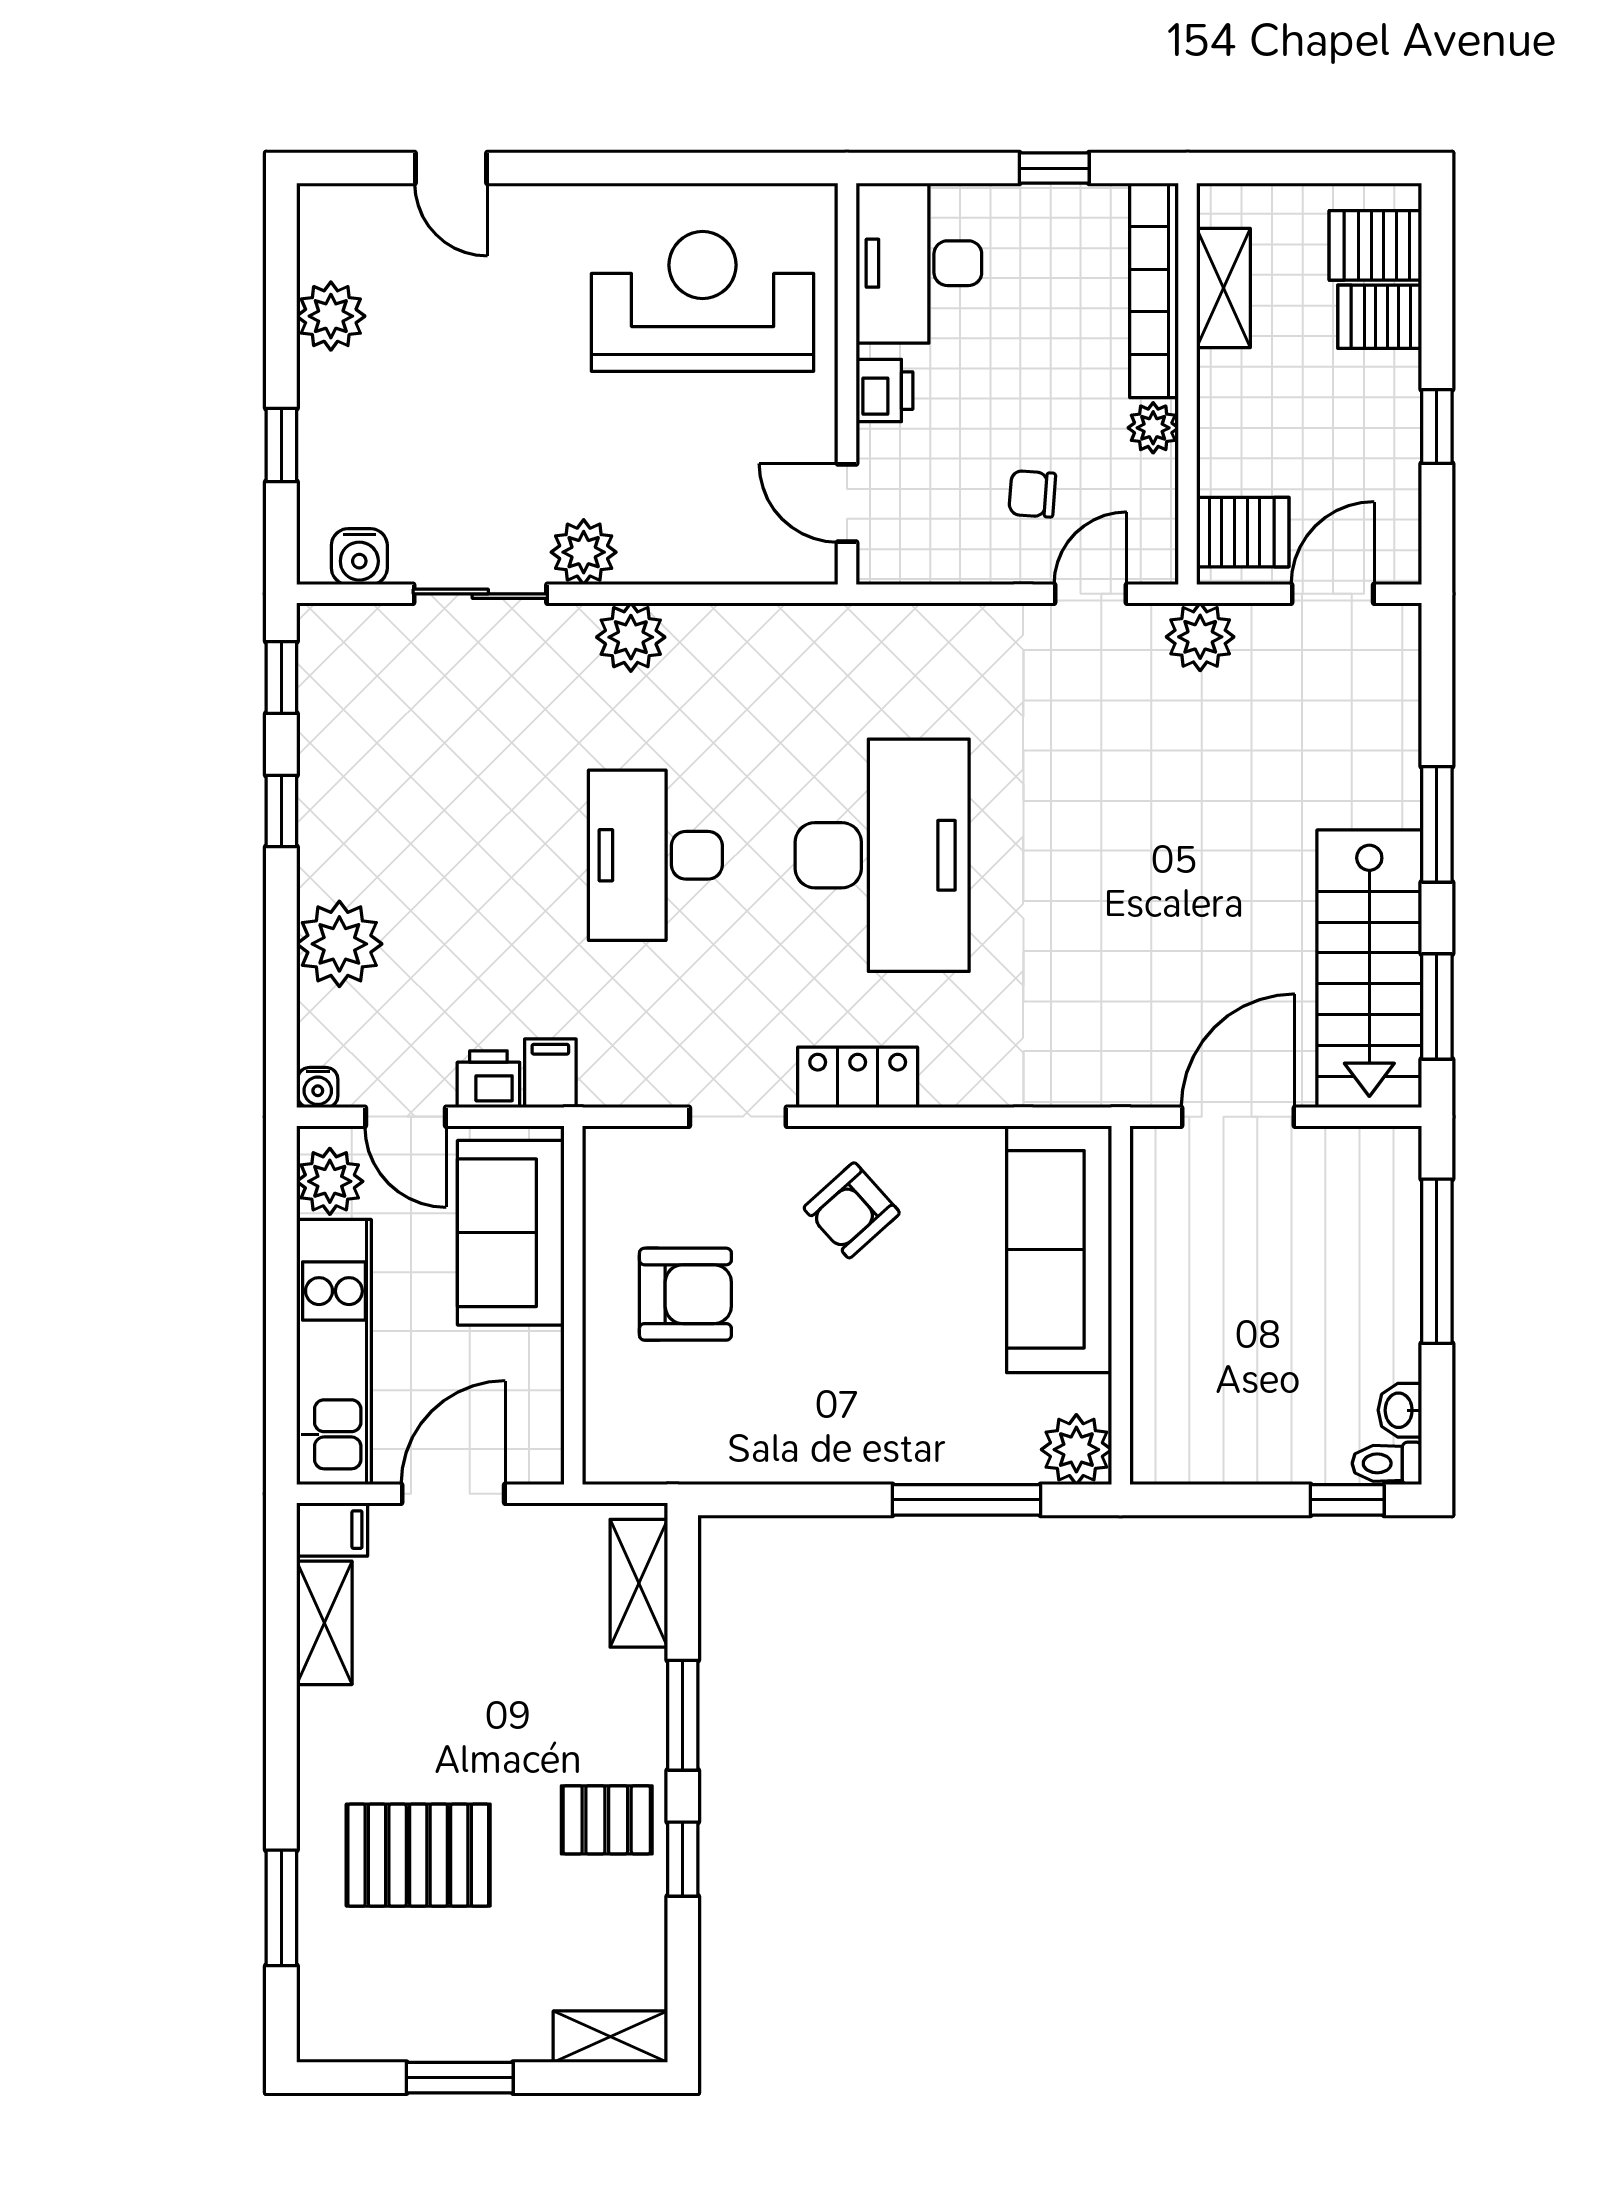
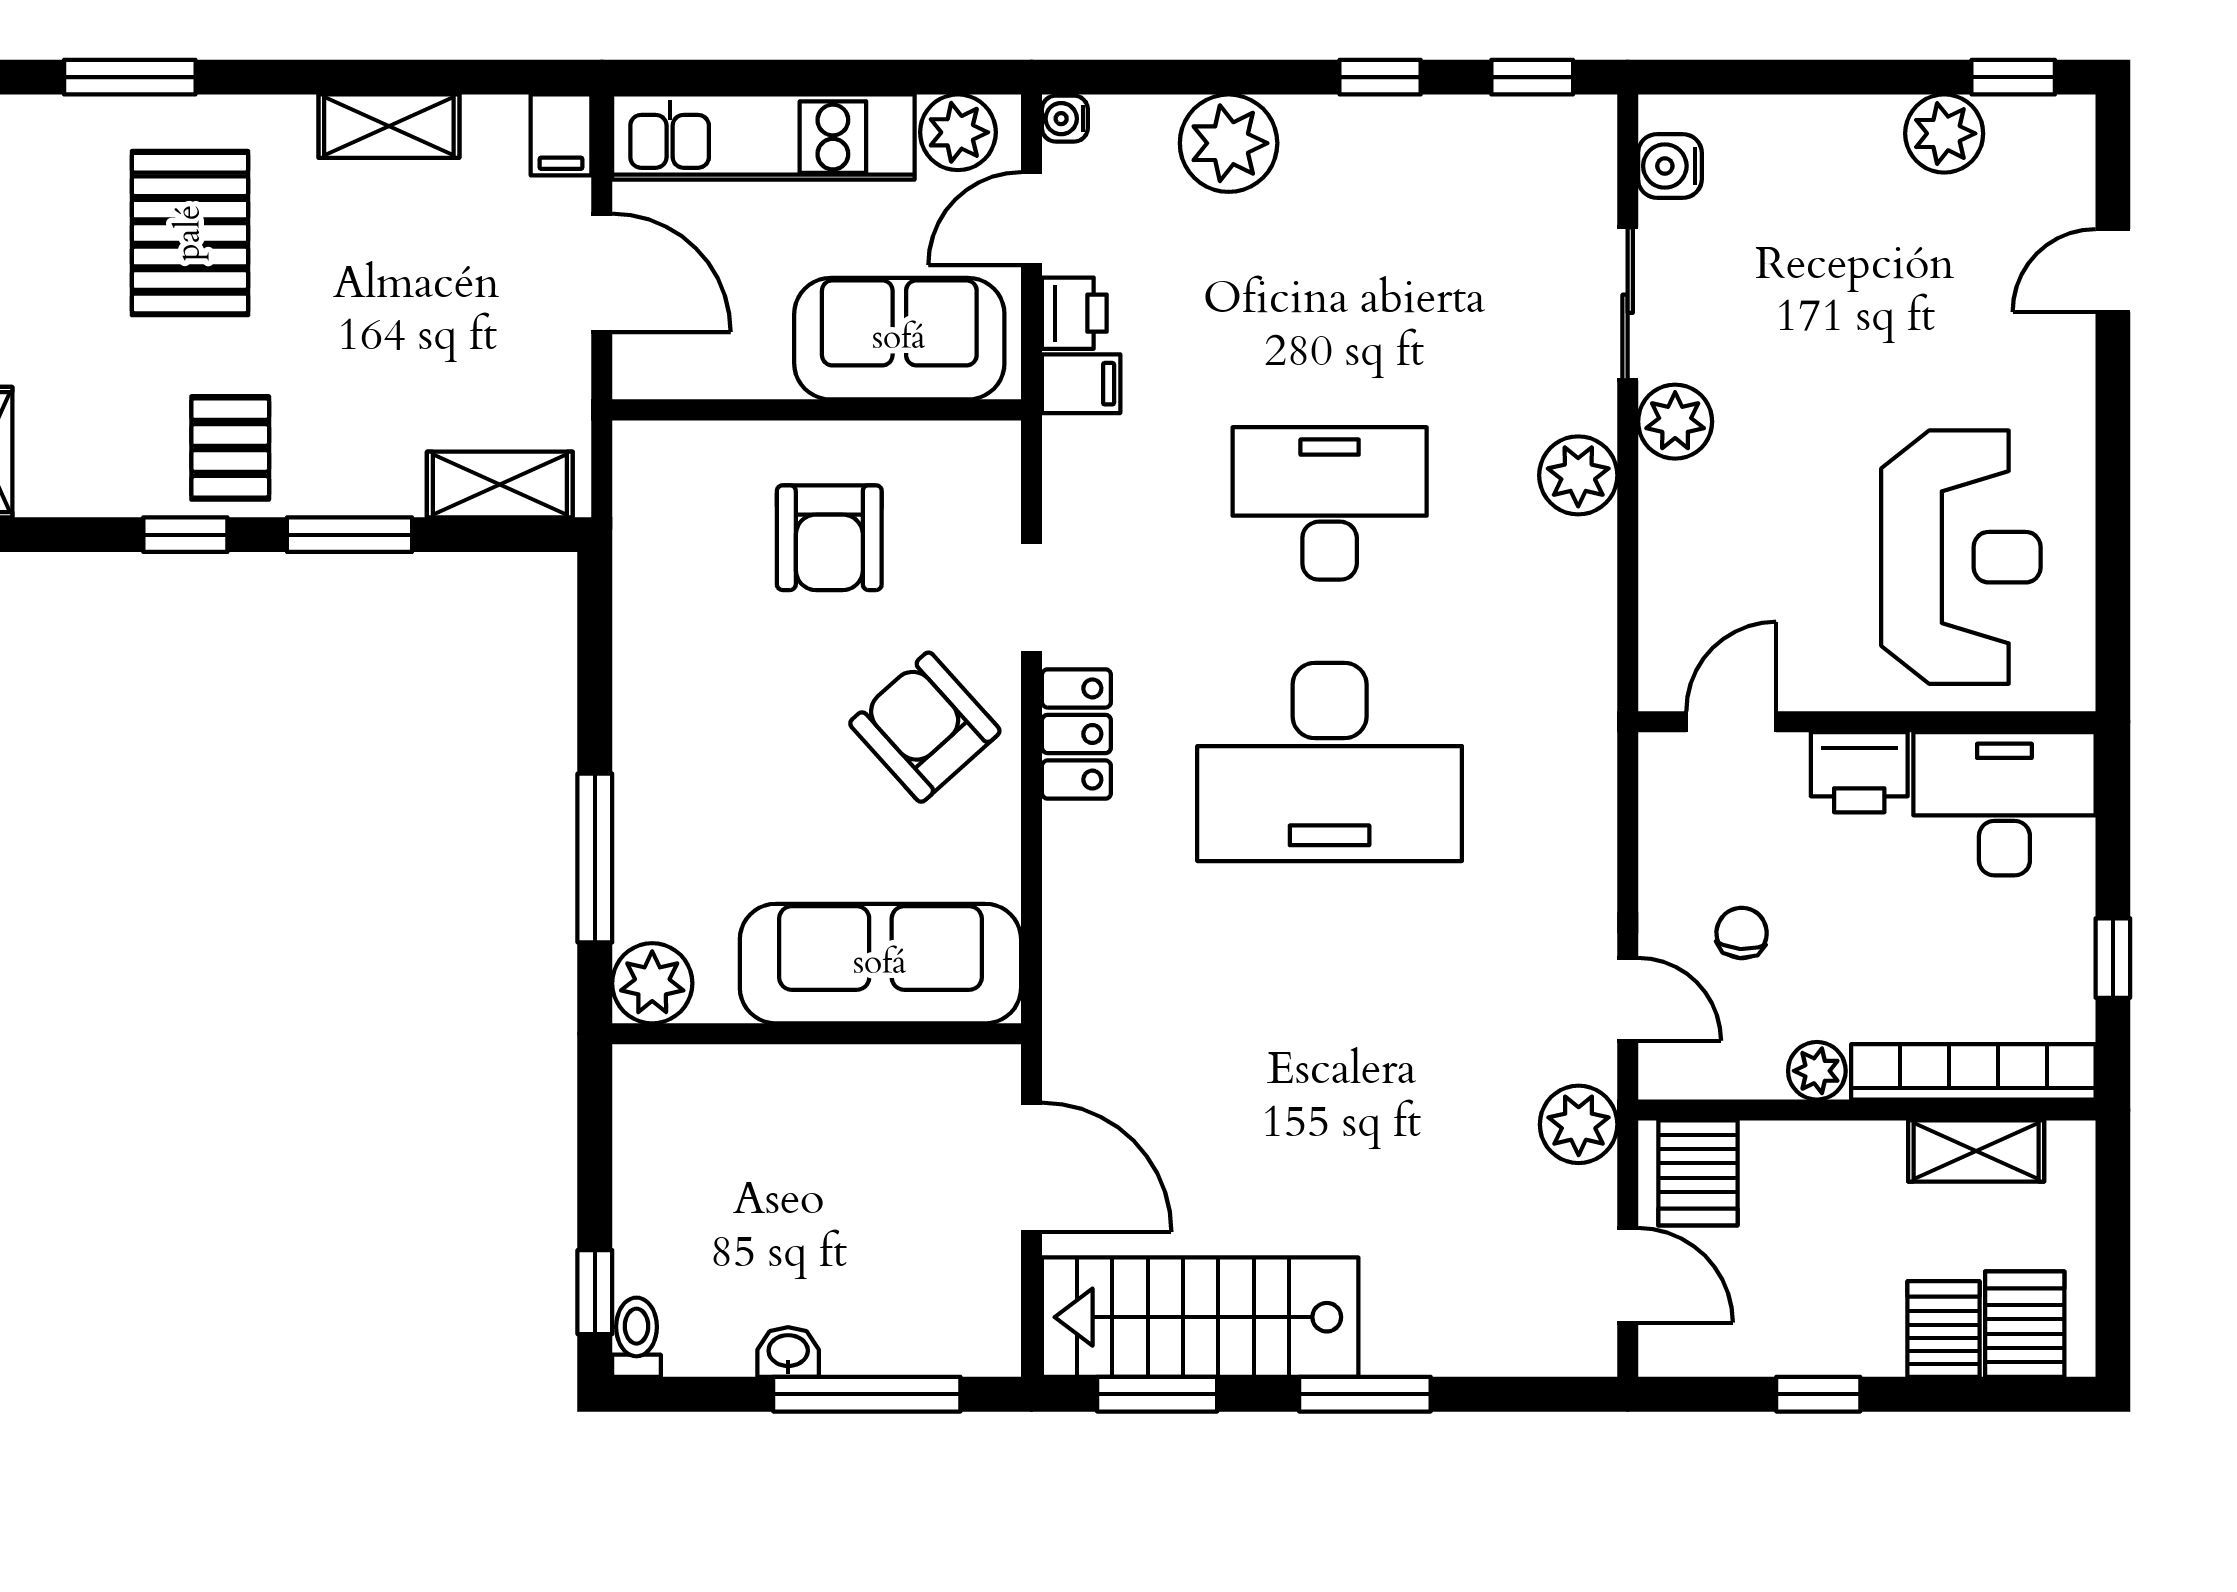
printer: (884, 391) -> (1859, 772), width x1.36, depth x1.24
window: (281, 445) -> (2013, 77), moved
armchair: (852, 1210) -> (925, 727), width x1.38, depth x1.38
washbasin: (1400, 1410) -> (788, 1352), moved
shelving: (324, 1623) -> (389, 126), moved

